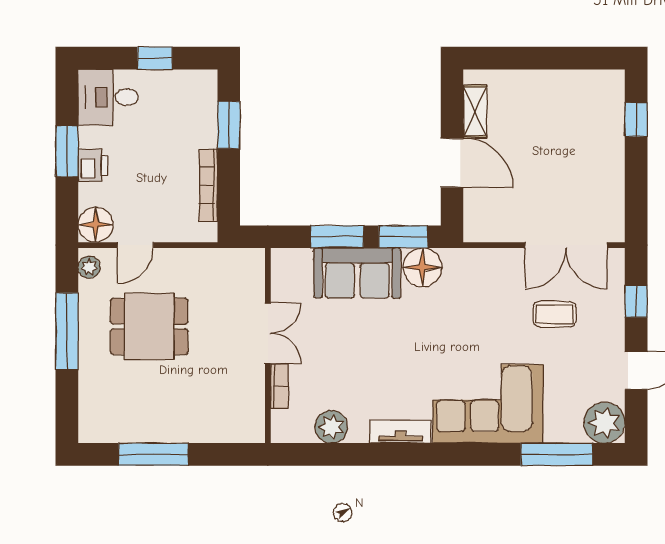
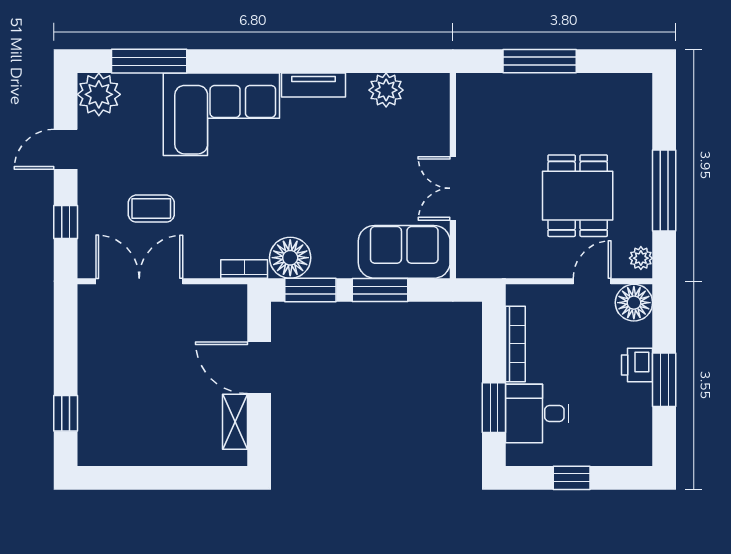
desk: (108, 97) -> (537, 414), moved, turned 180
sofa: (357, 273) -> (404, 252), moved
dining table: (149, 326) -> (578, 196), turned 90
bookcase: (279, 386) -> (244, 269), moved, turned 90
window: (153, 454) -> (540, 61), moved

